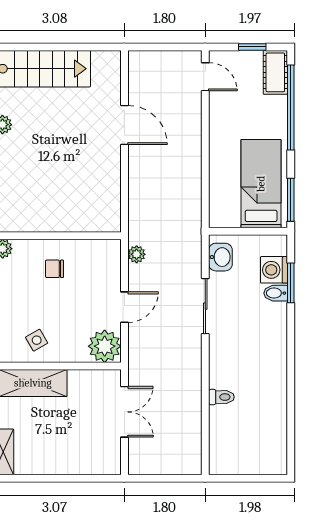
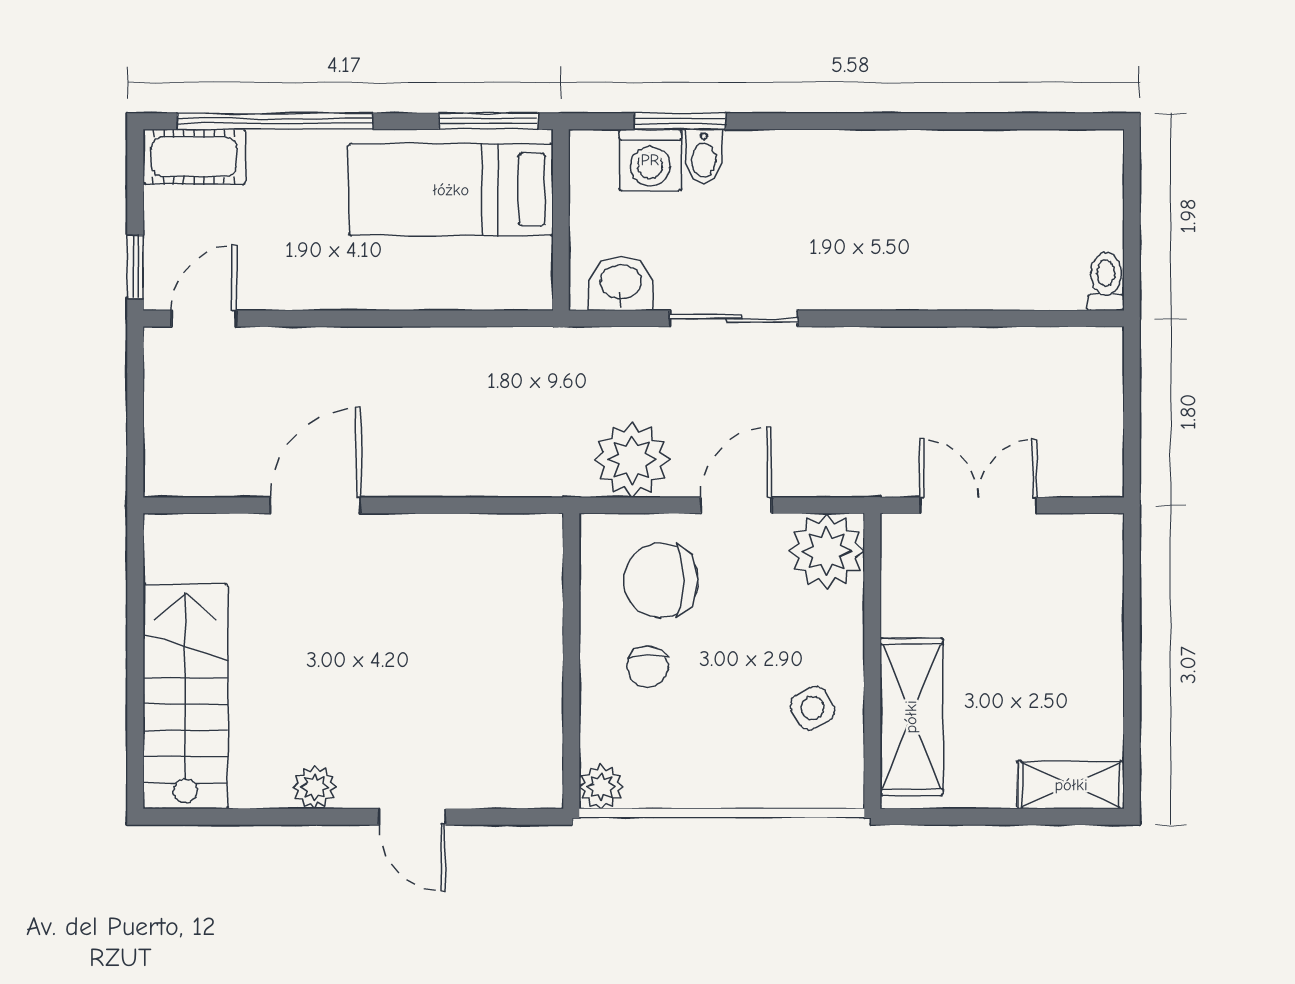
window: (252, 47) -> (135, 267), moved
plant: (137, 254) -> (632, 460), width x1.87, depth x1.87
chair: (92, 274) -> (661, 581), added
door: (124, 307) -> (736, 505), hinge flipped
toilet: (221, 397) -> (1106, 281), moved

